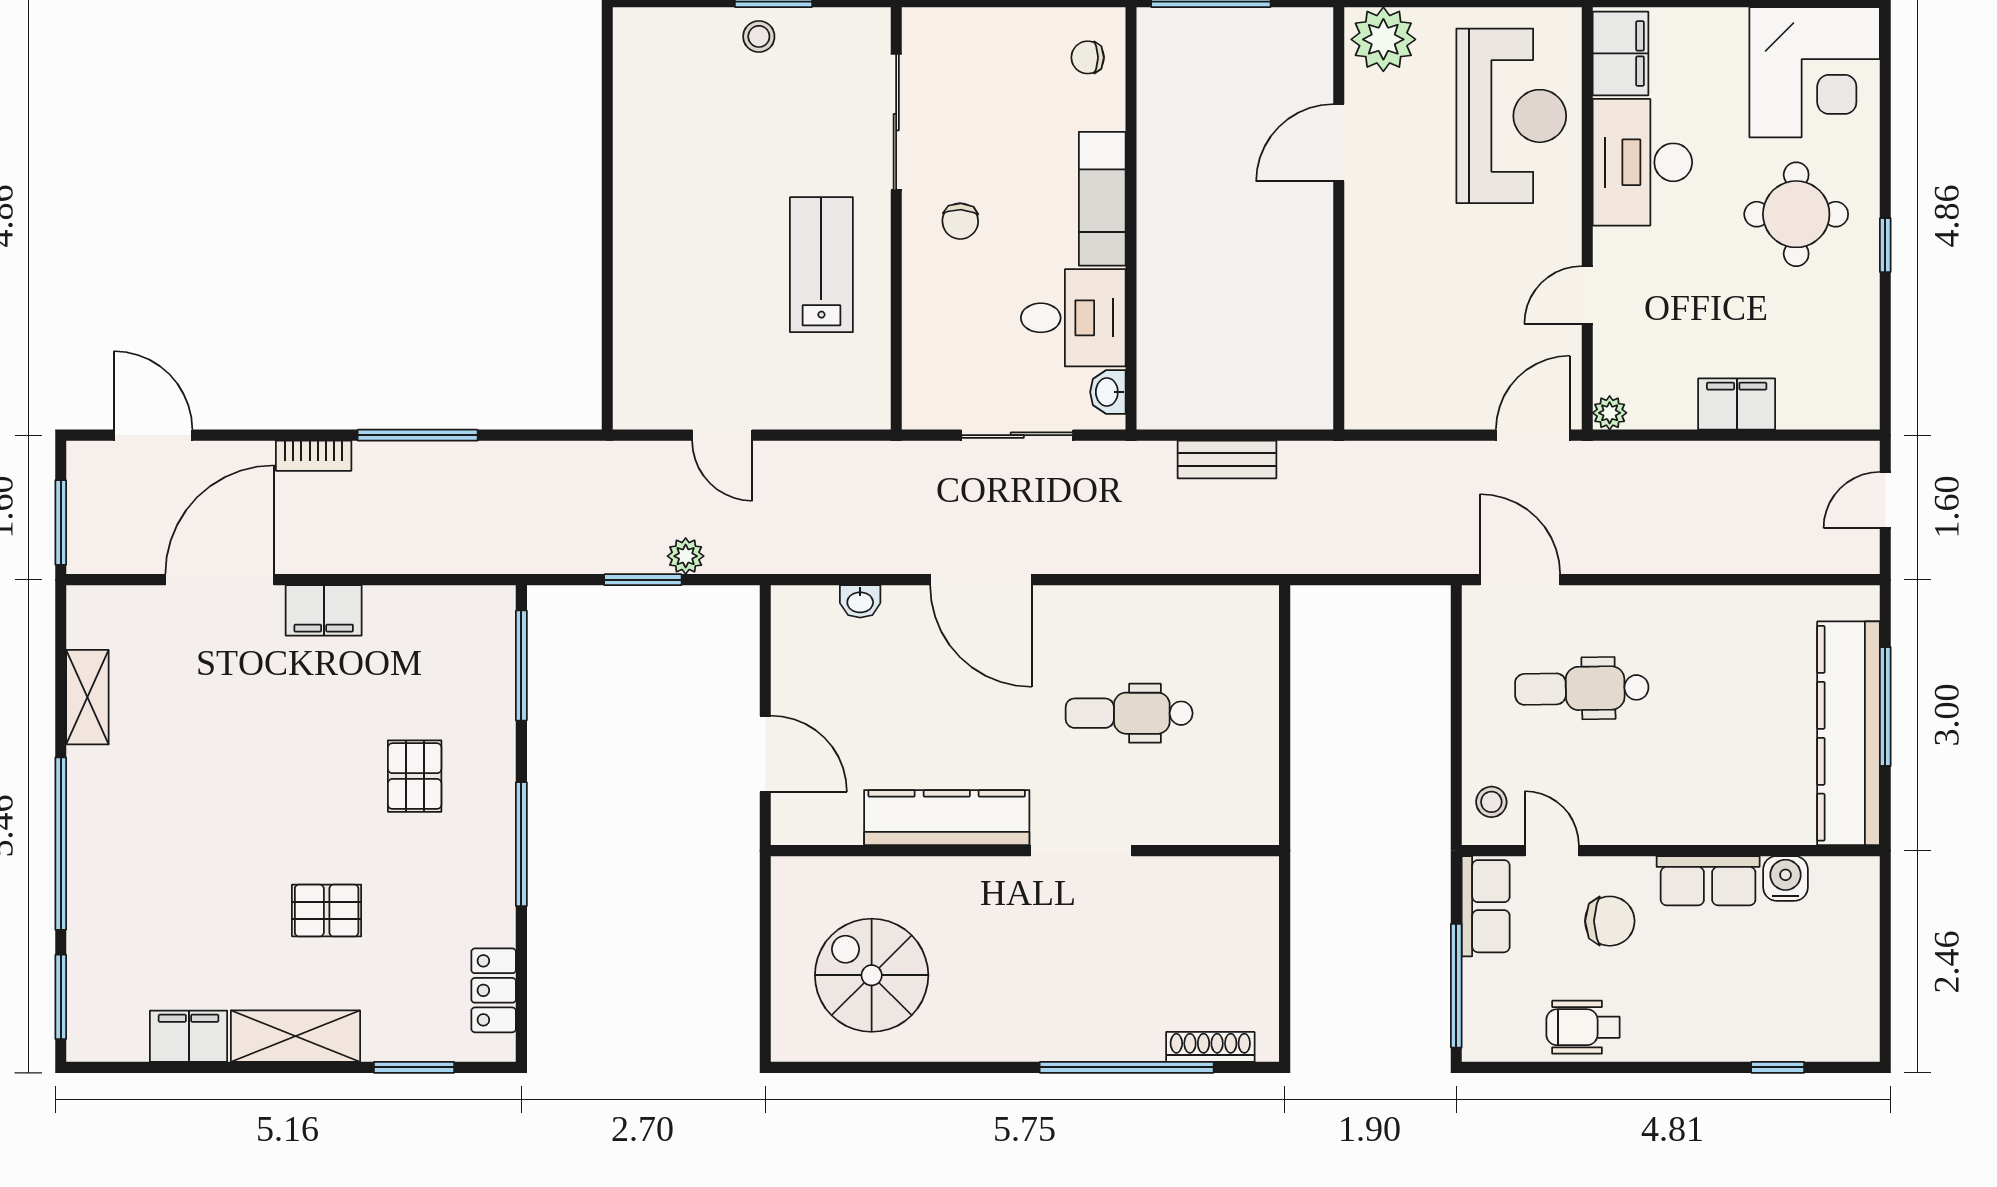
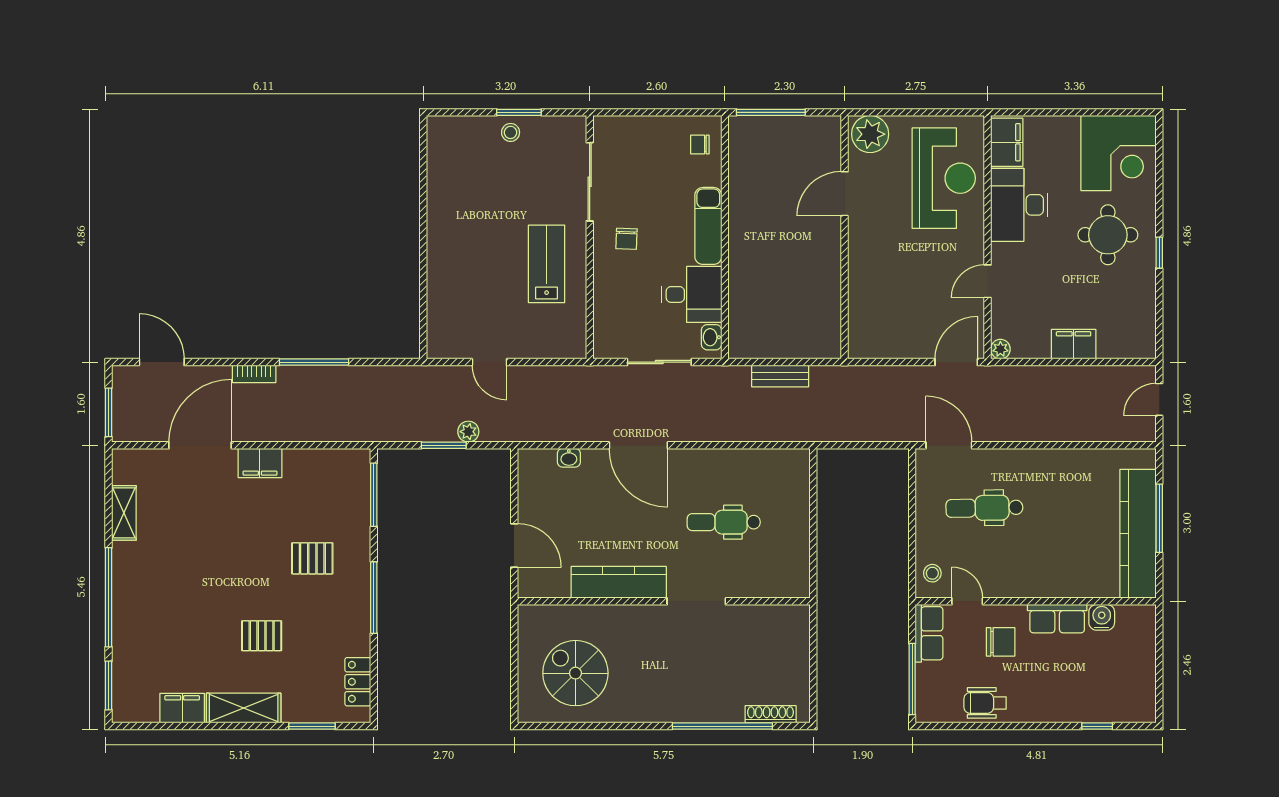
pallet: (415, 776) -> (312, 558), turned 90

